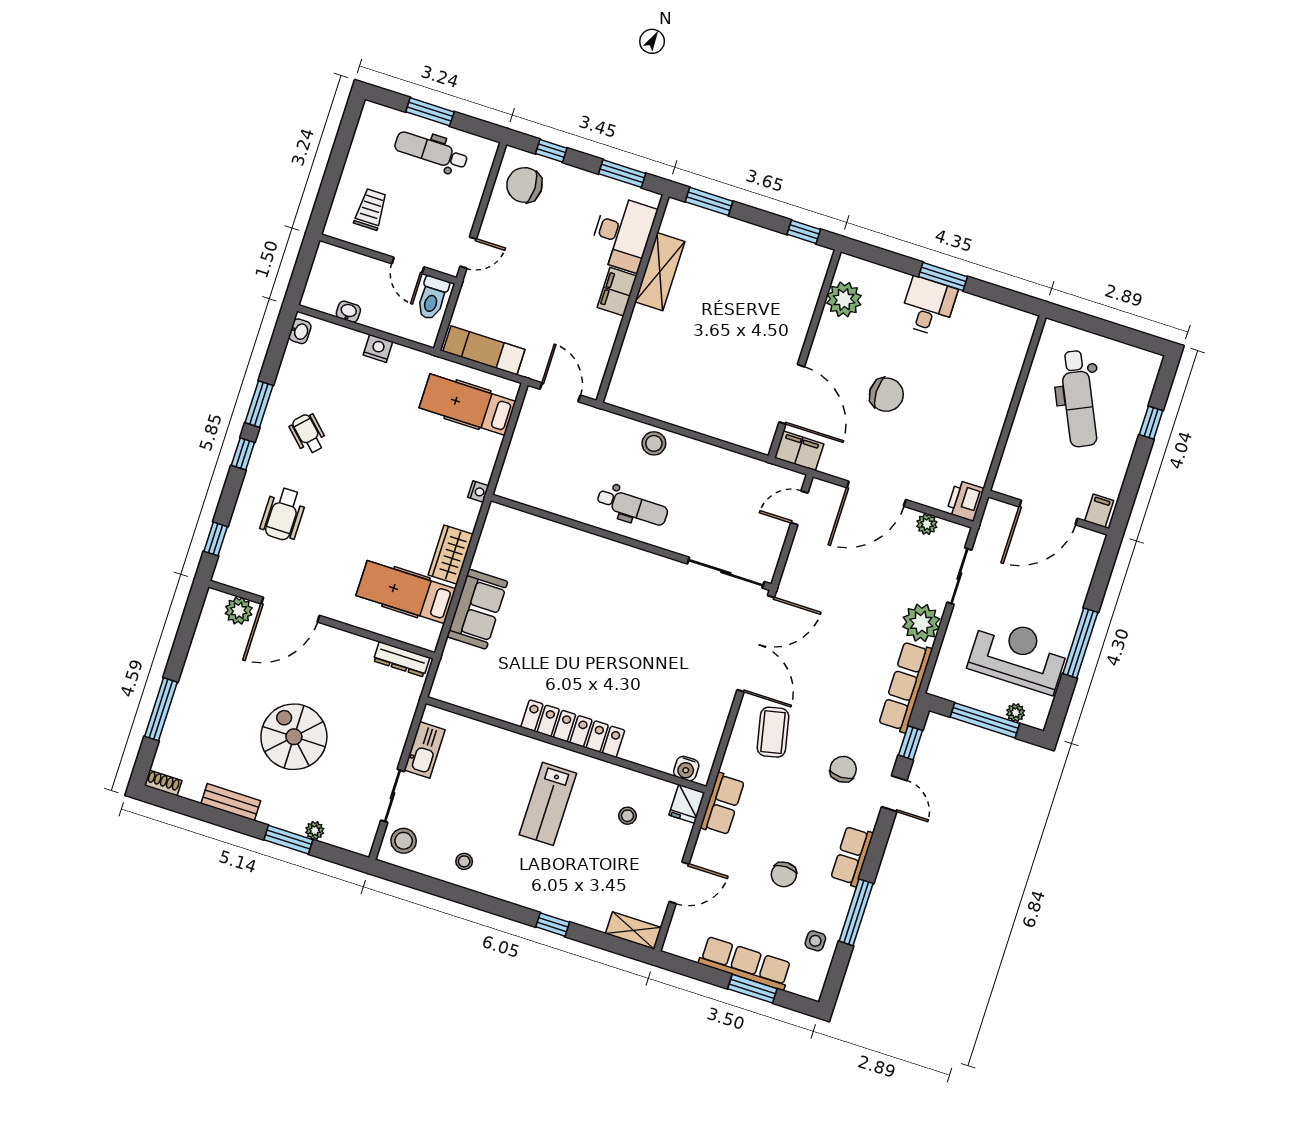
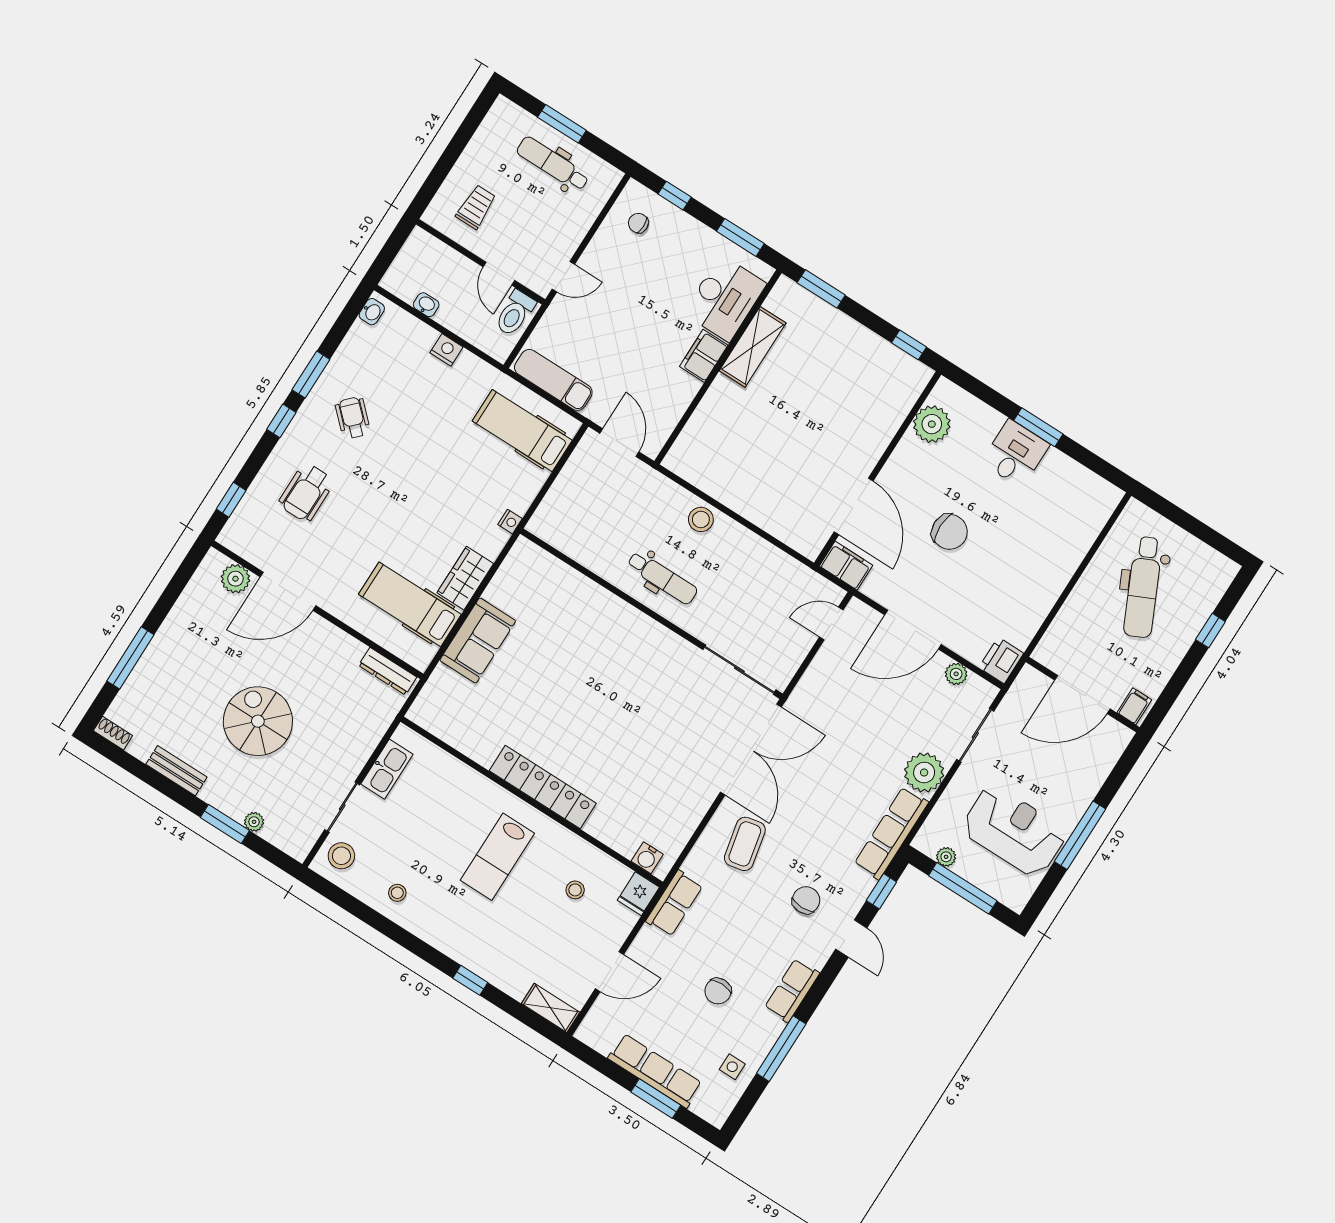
chair: (524, 185) -> (638, 223), width x0.54, depth x0.54
plant: (1016, 713) -> (946, 857), moved

